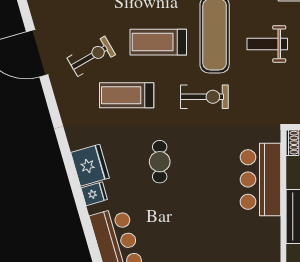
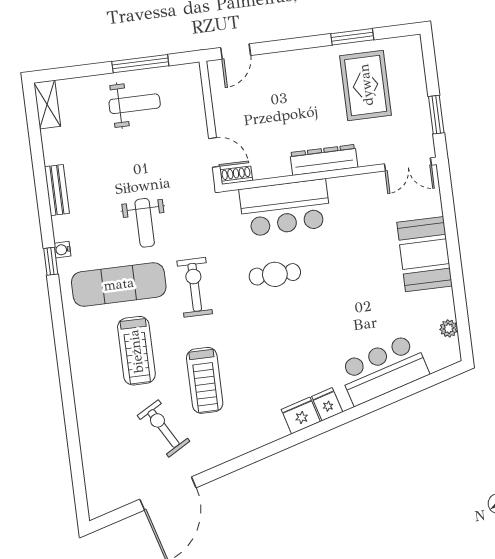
weight bench: (267, 44) -> (145, 223), moved
cafe table: (160, 162) -> (275, 274), moved
fridge: (90, 165) -> (301, 415), width x0.73, depth x0.75

